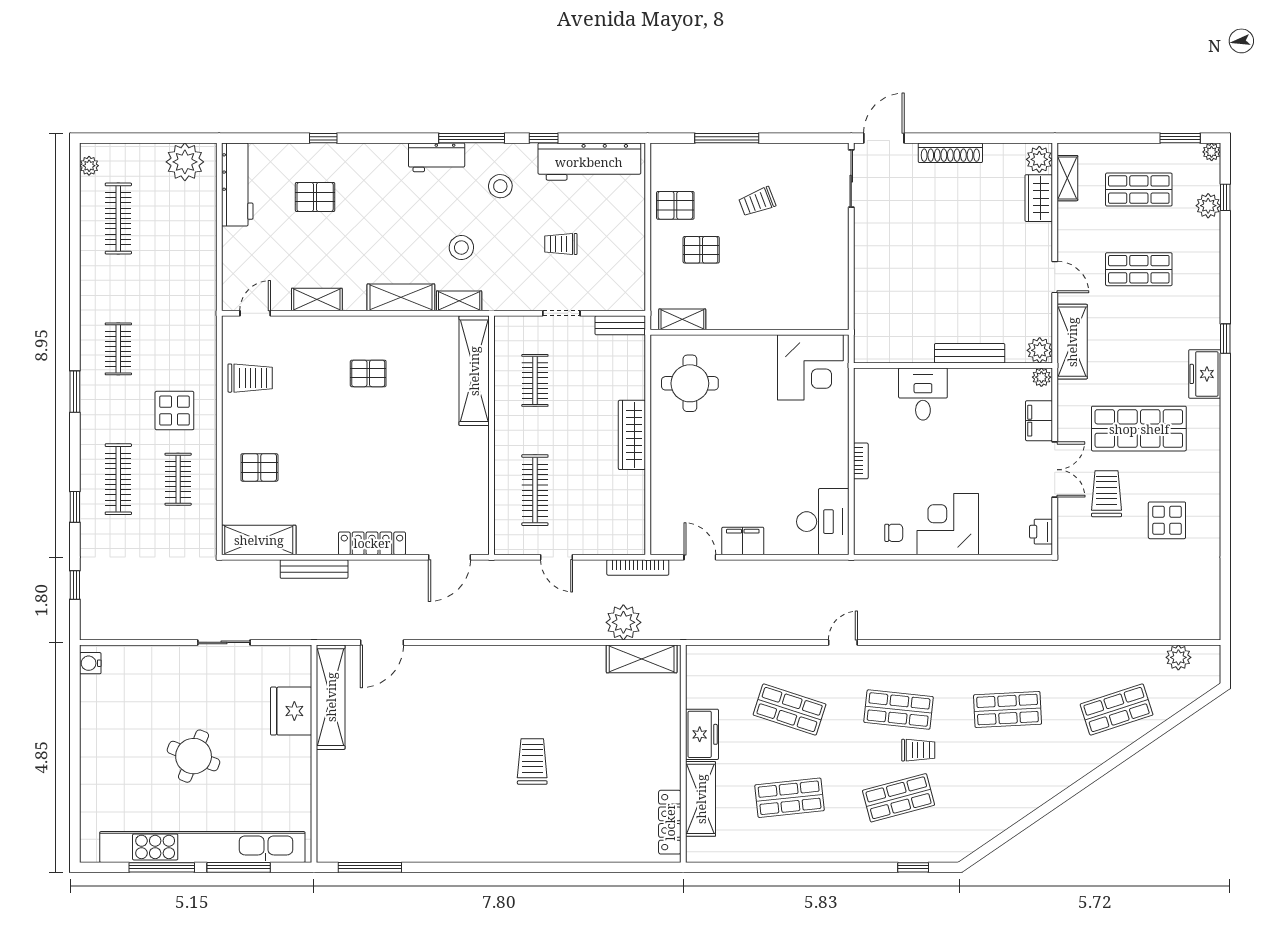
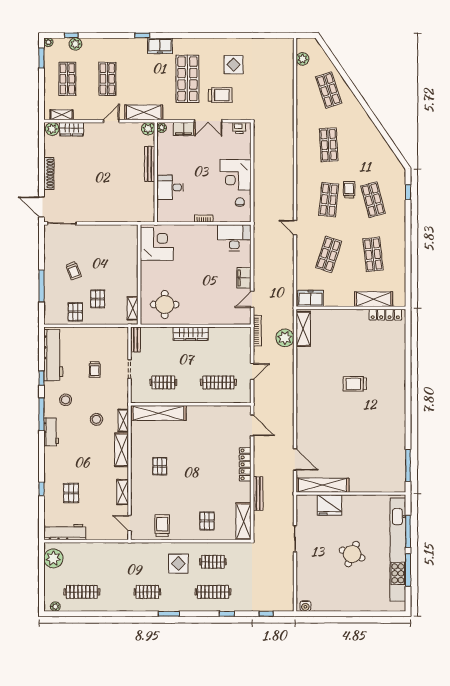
double door: (1055, 470) -> (208, 121), swing flipped
trolley: (1107, 494) -> (220, 95), turned 180
freezer: (702, 734) -> (311, 298), moved

